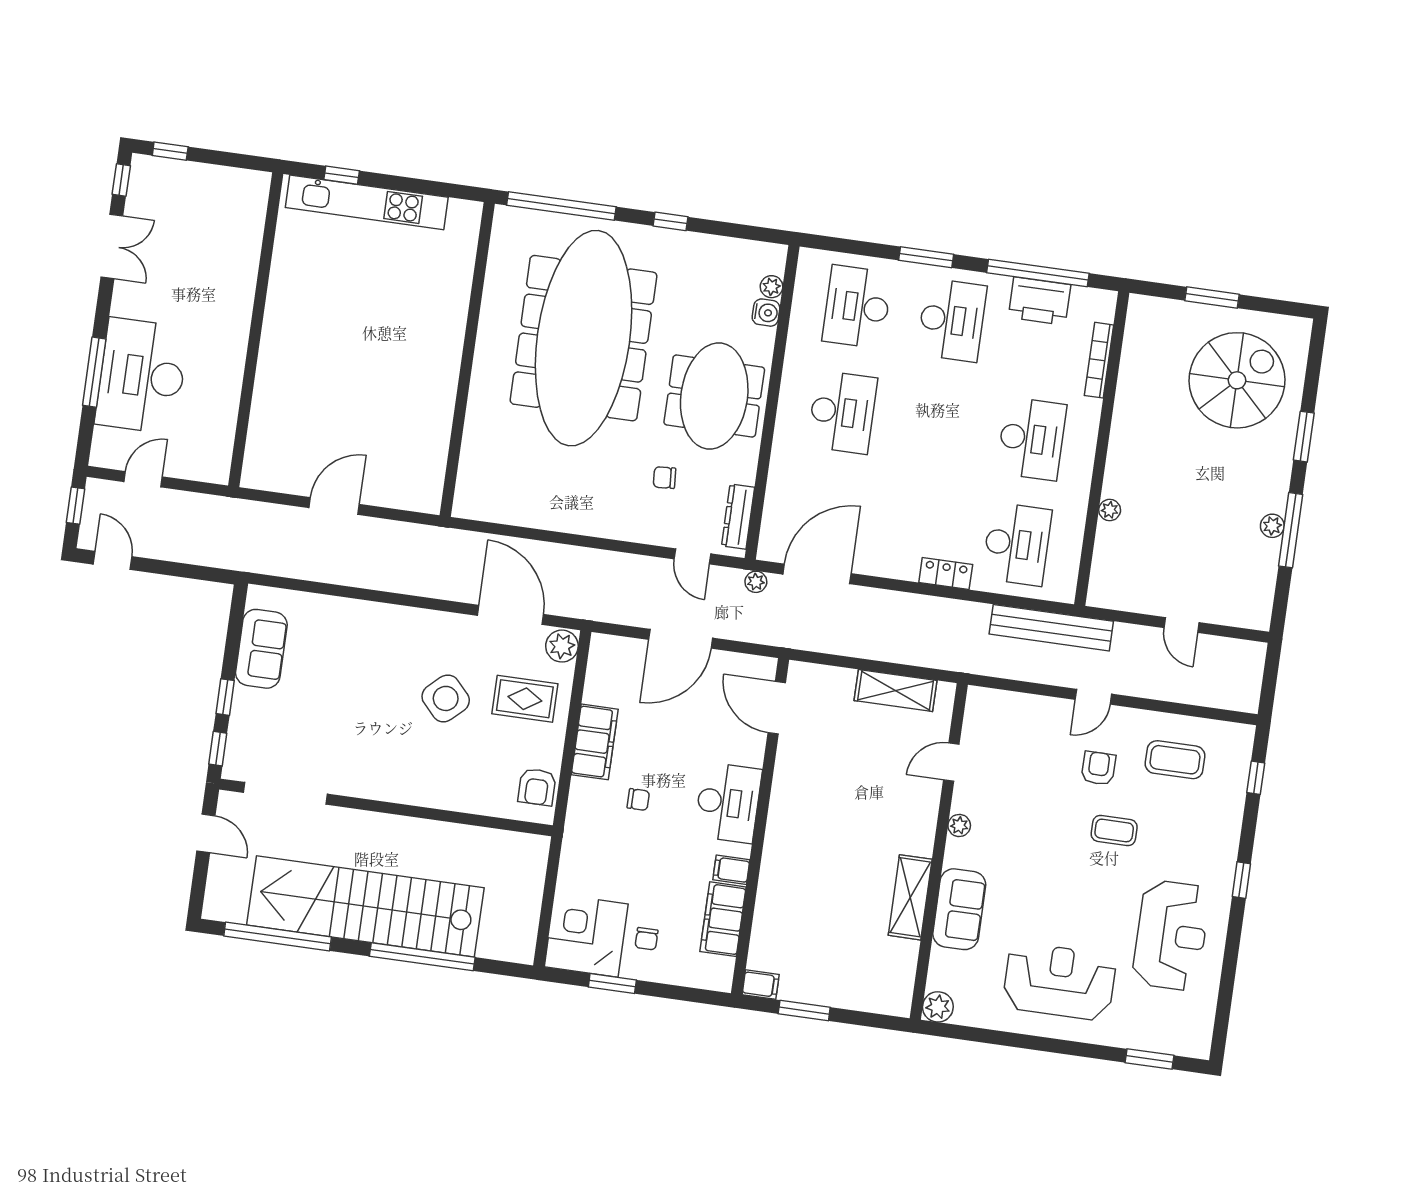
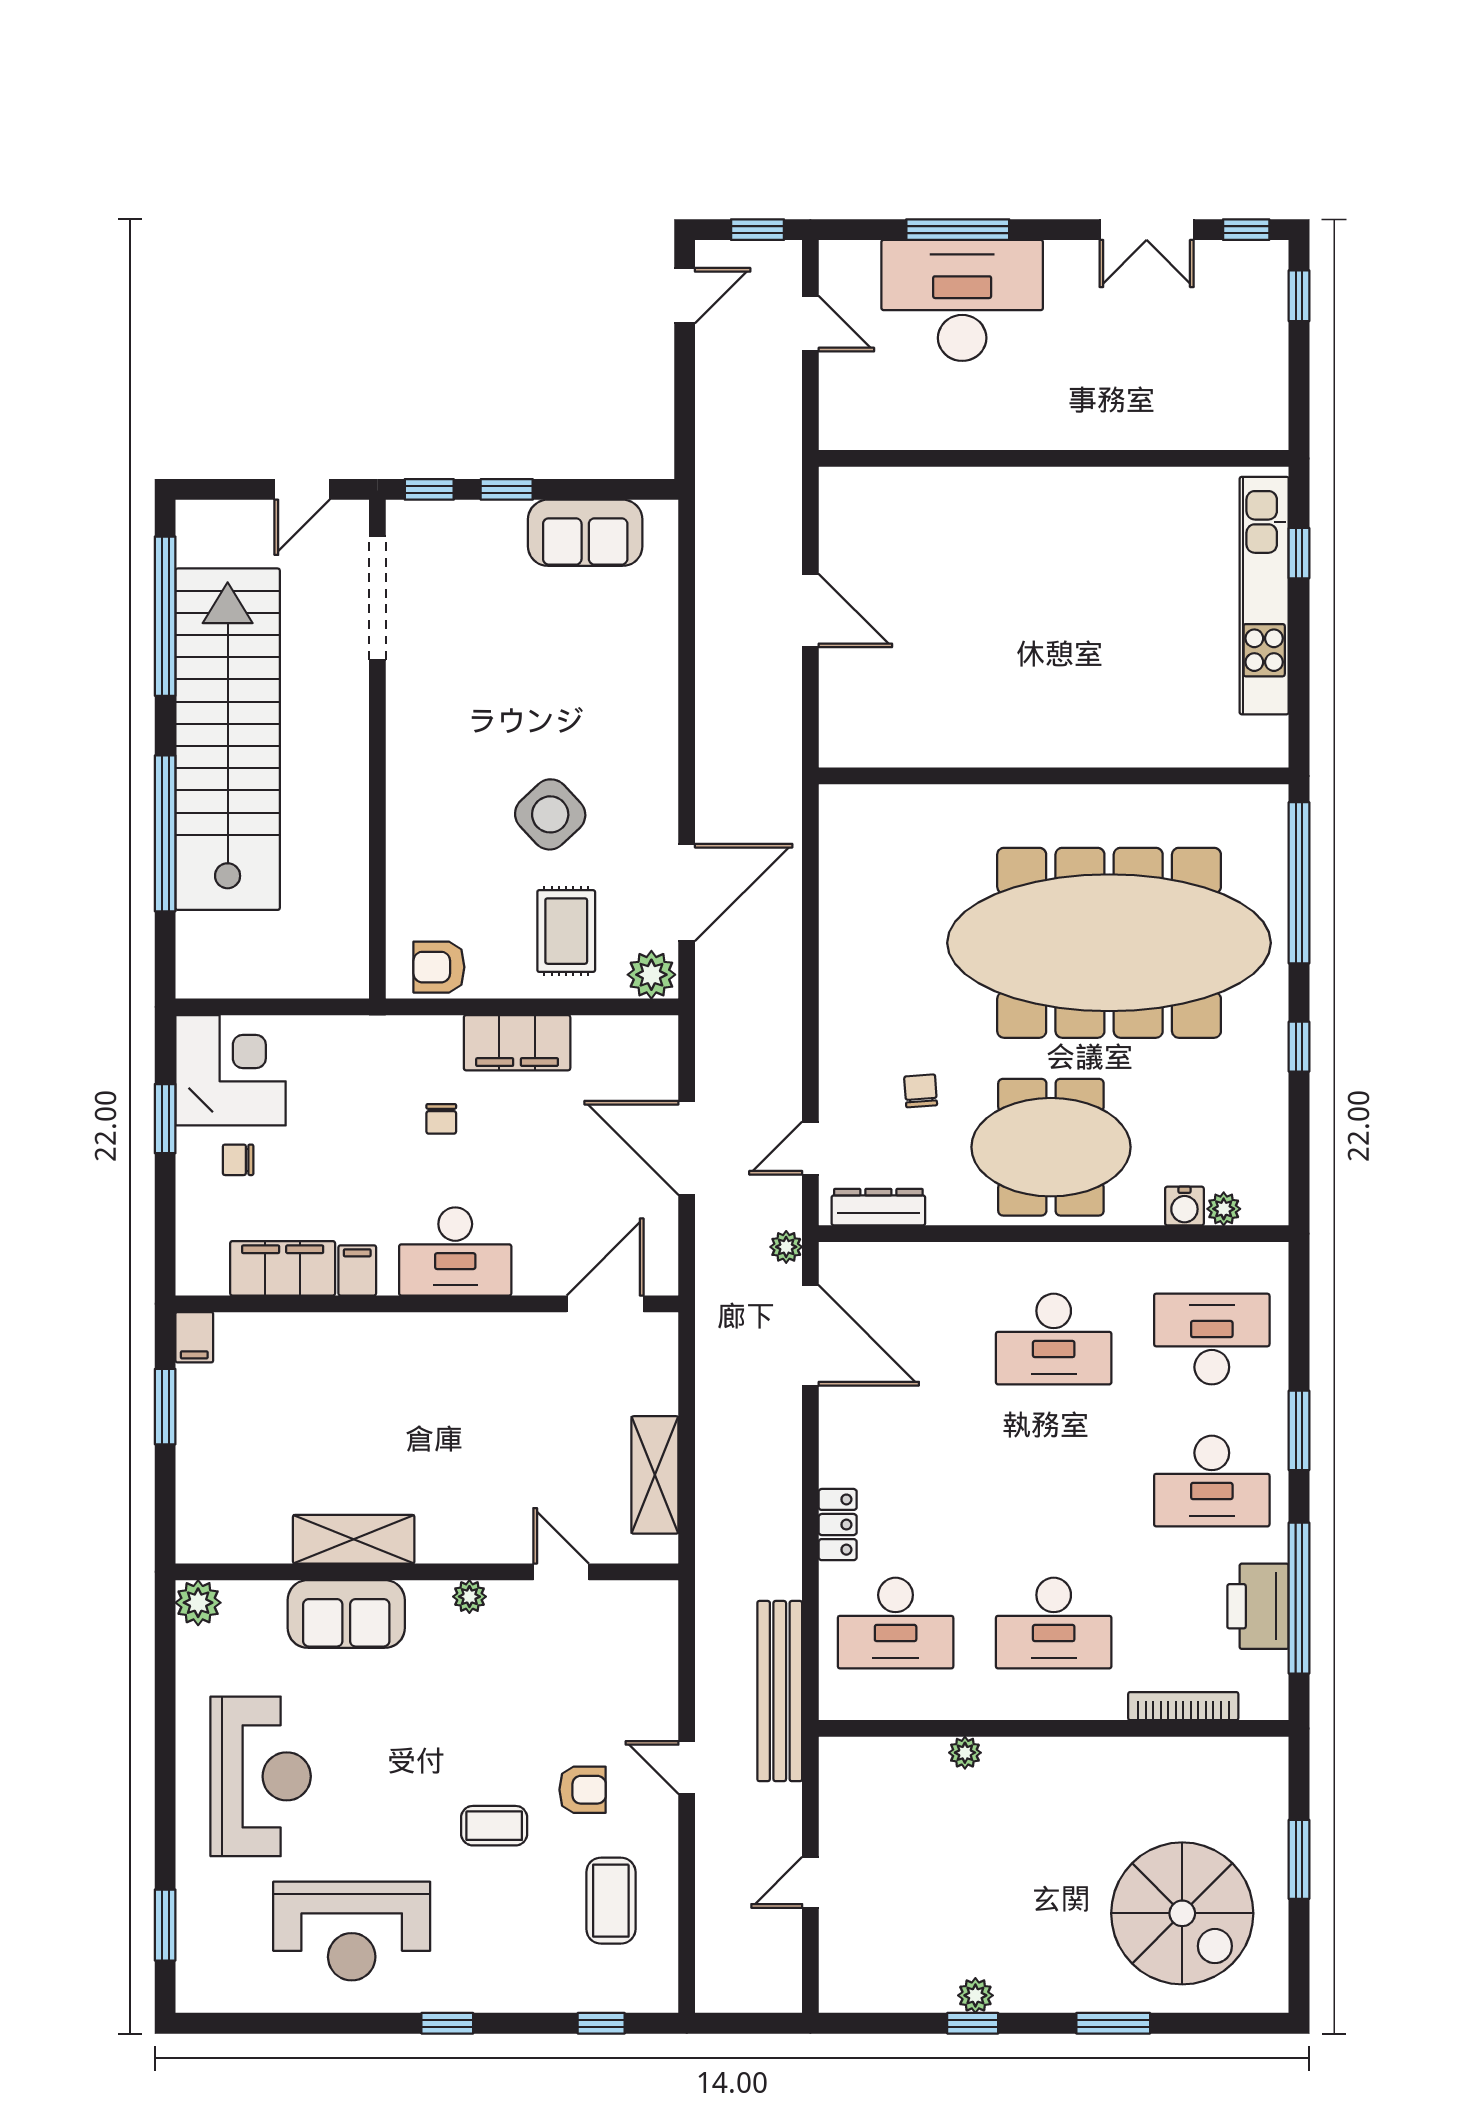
window: (1291, 530) -> (973, 2023), width x0.46
coffee table: (1114, 830) -> (494, 1826), turned 90

